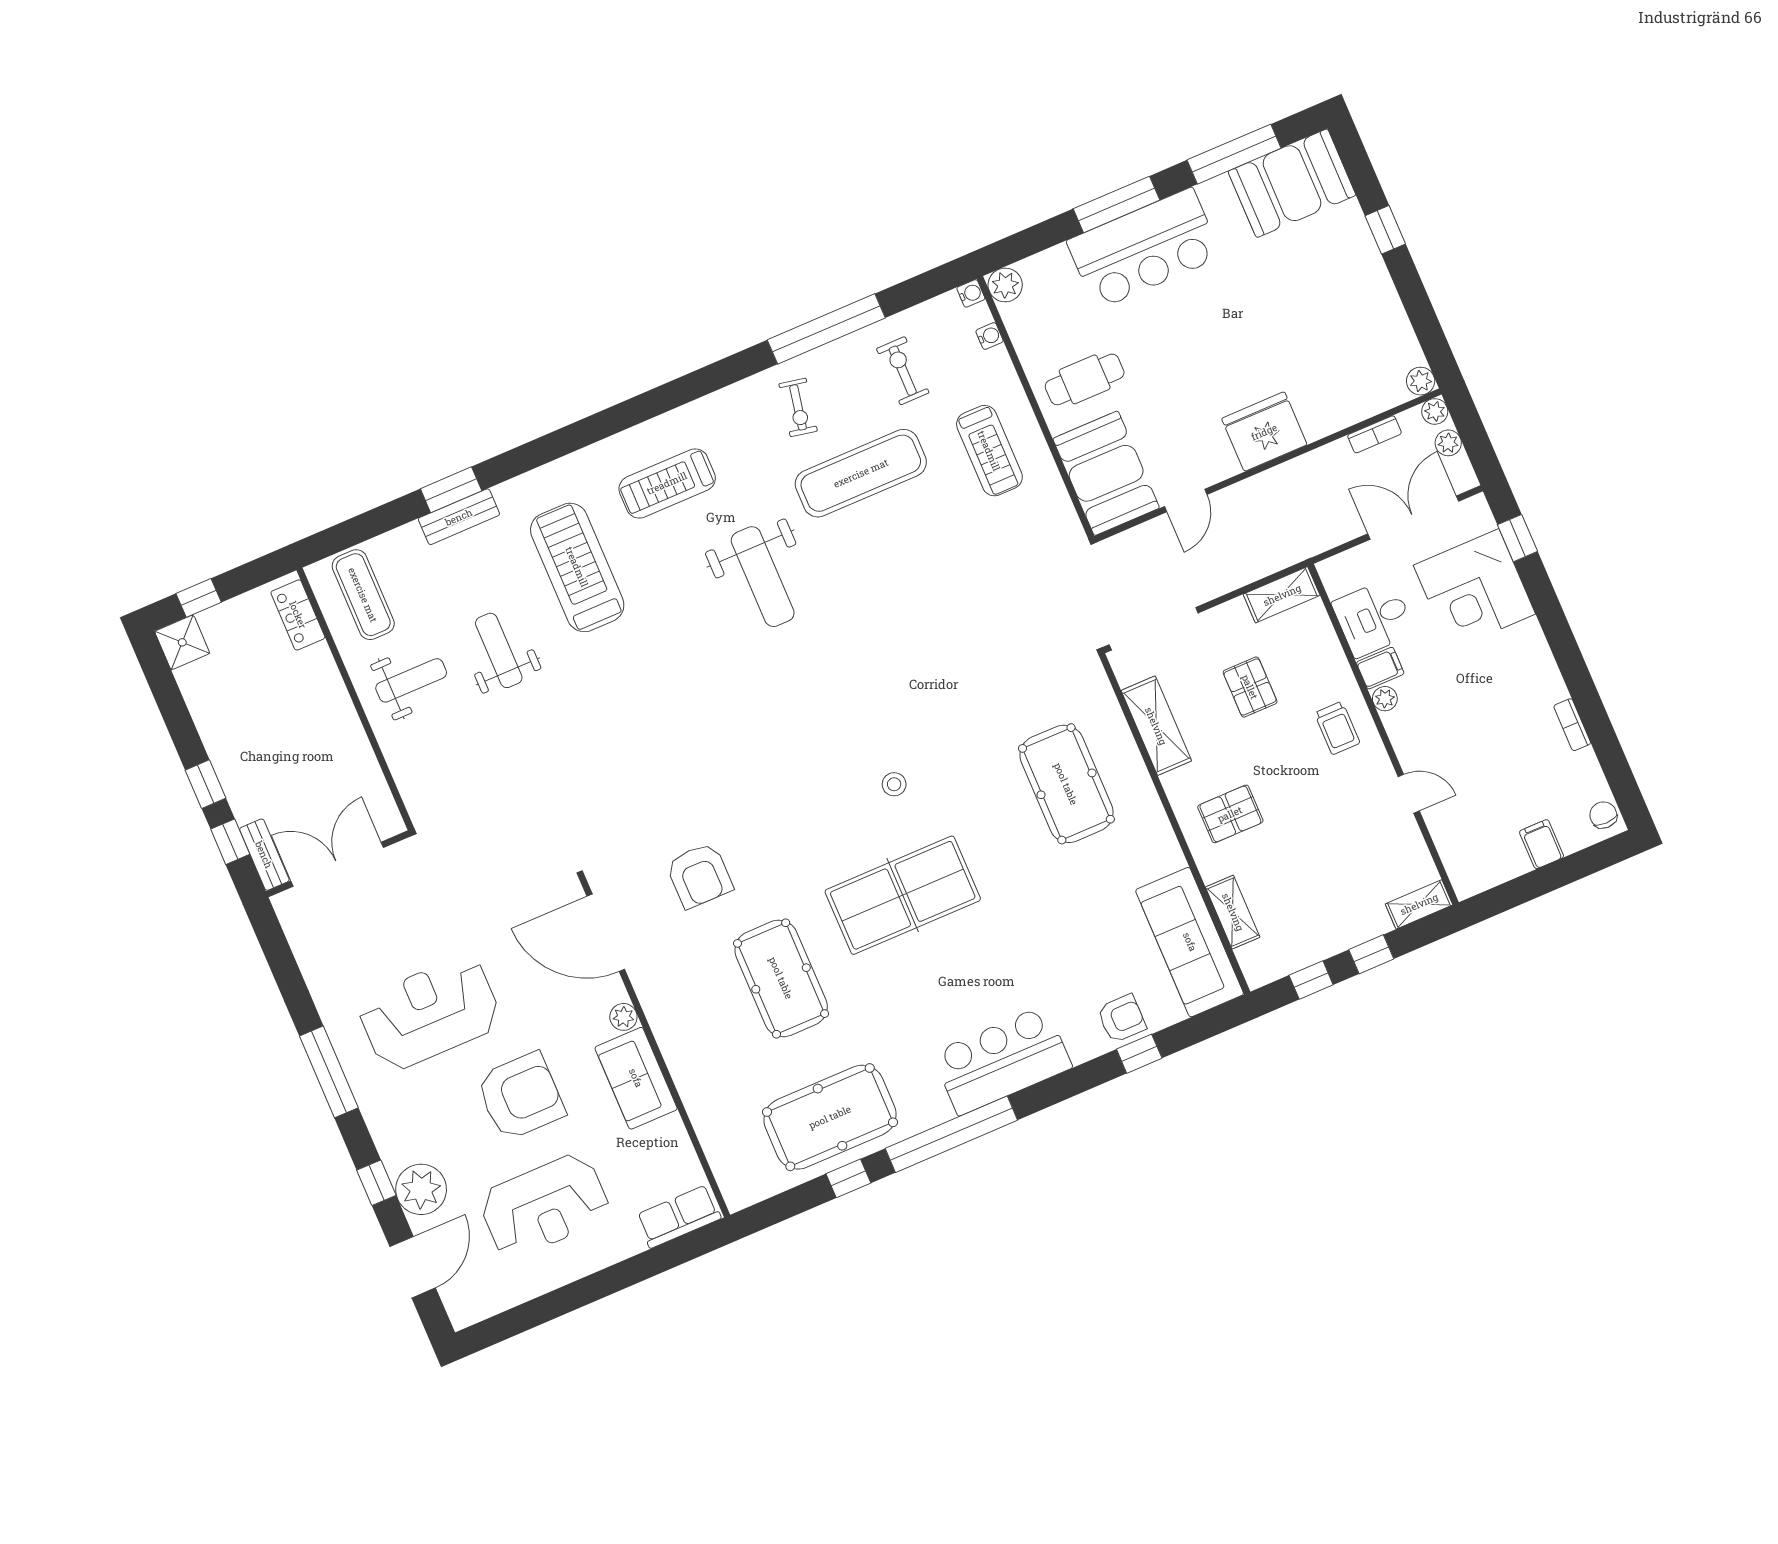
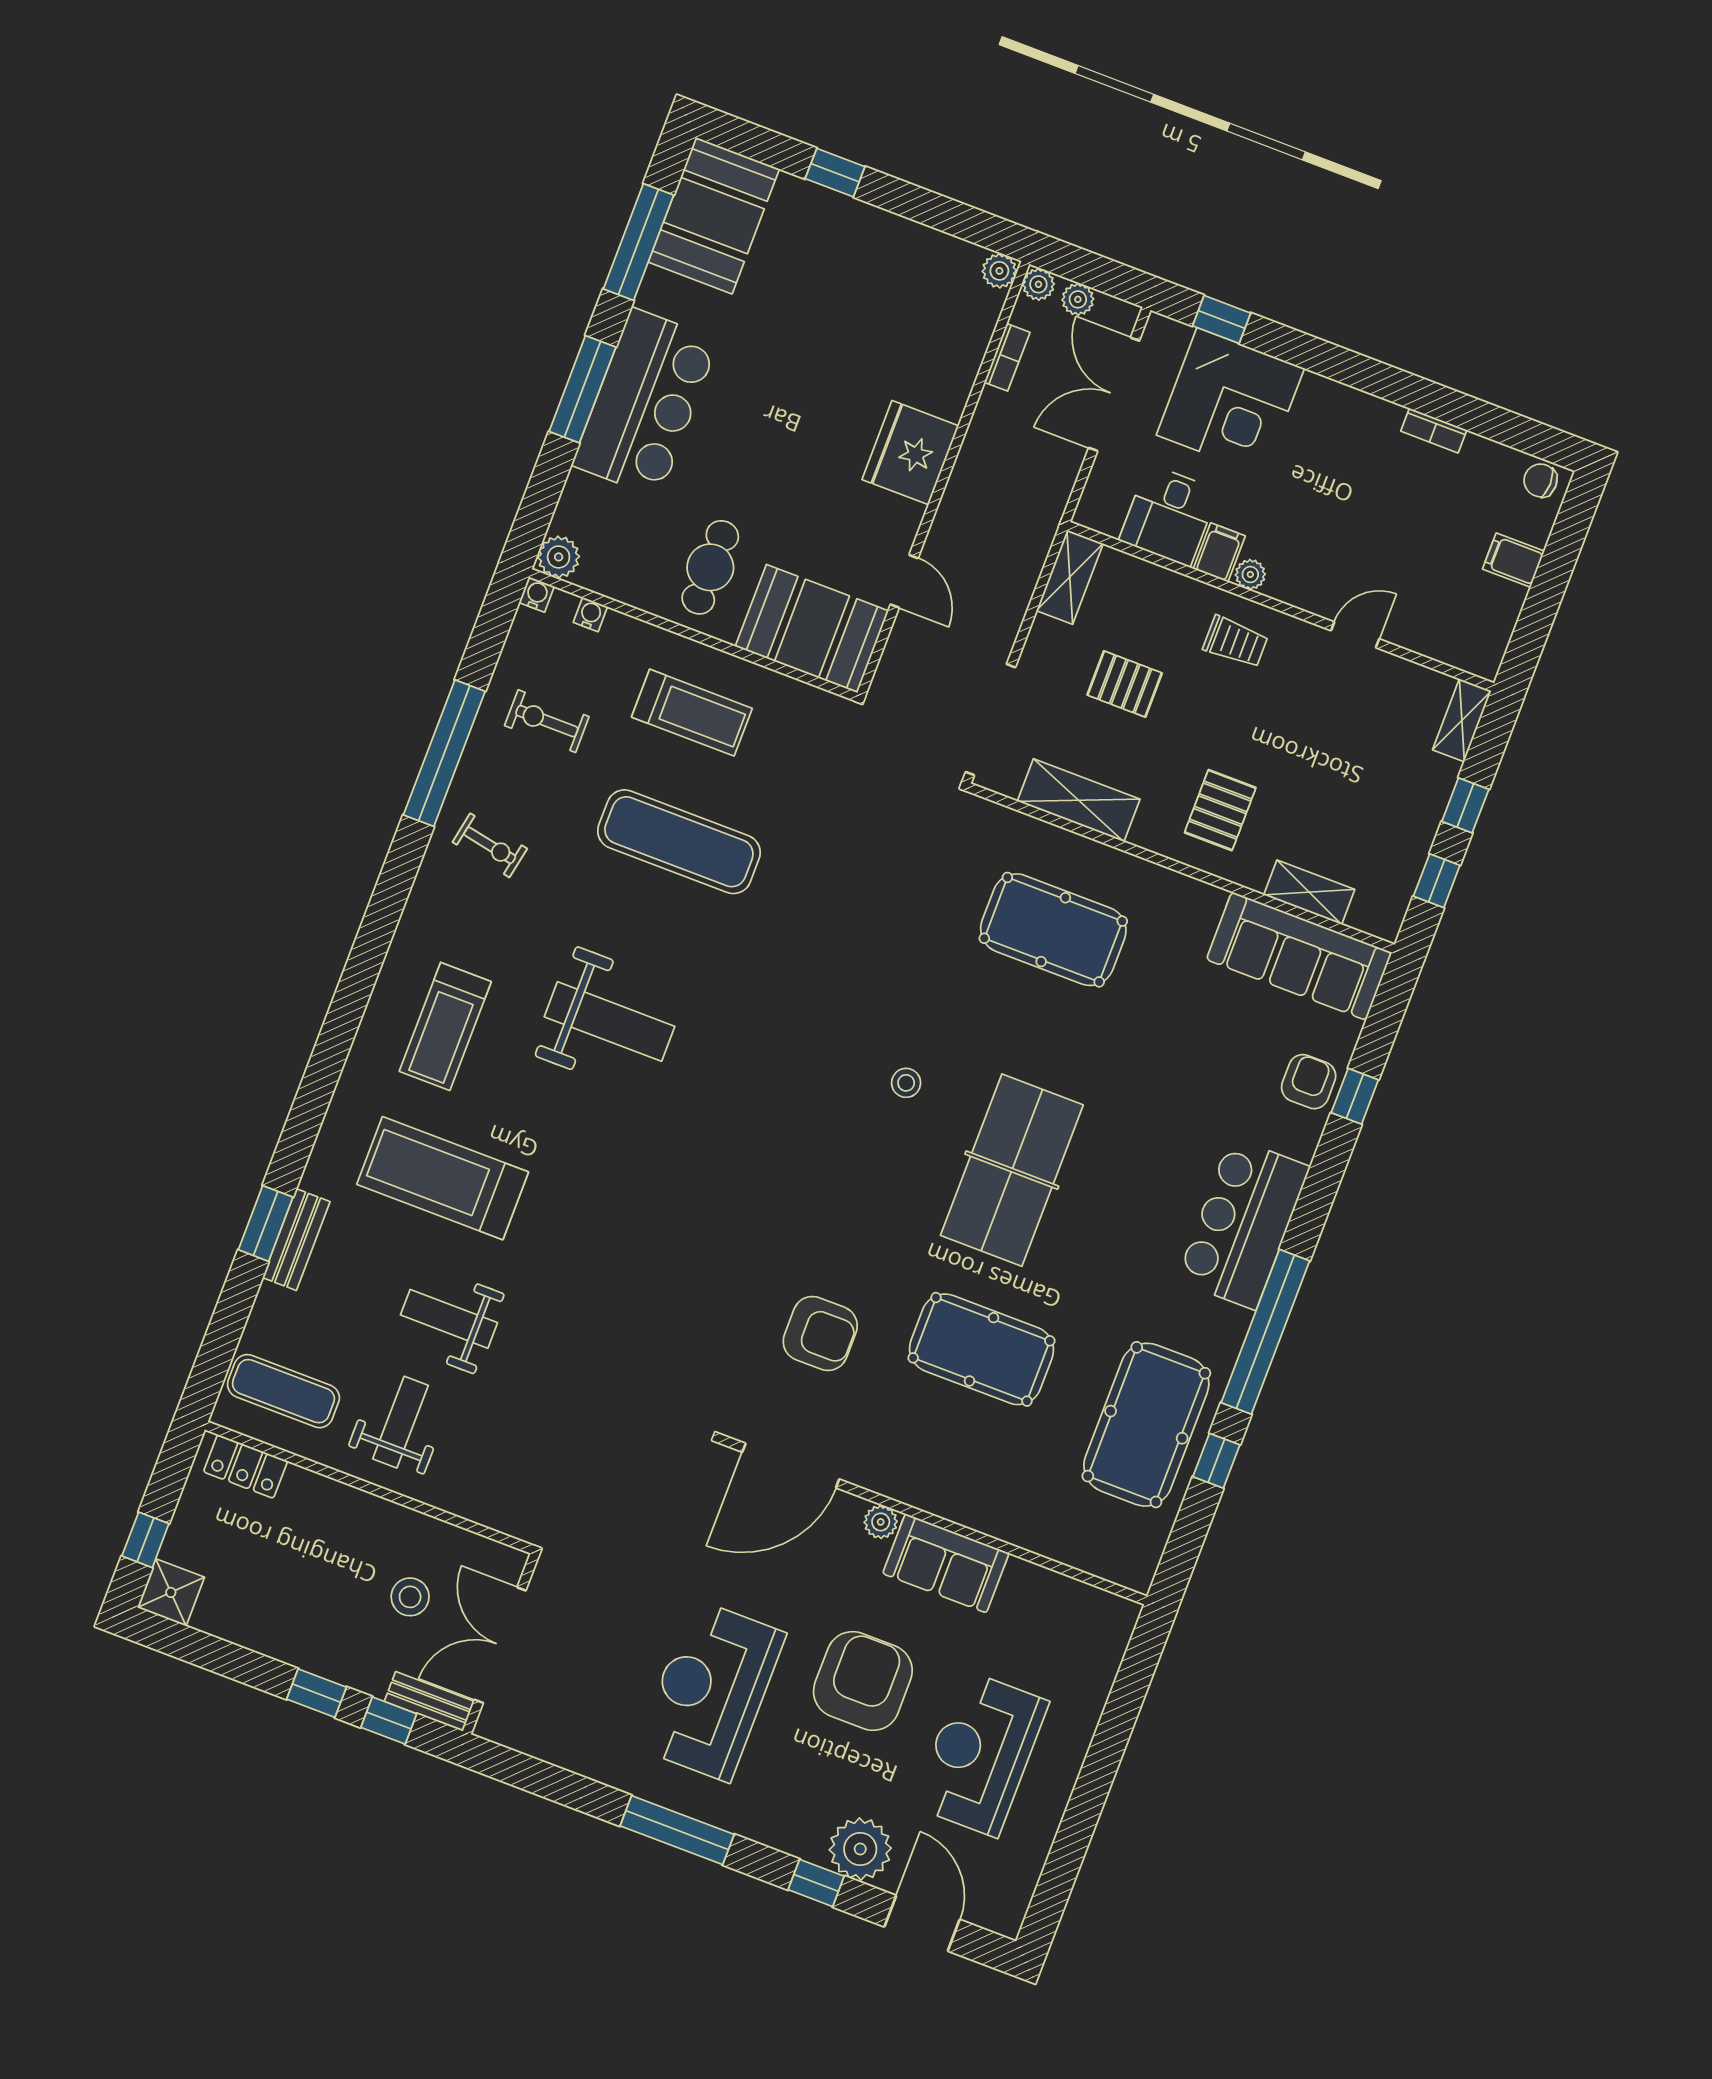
exercise mat: (861, 473) -> (679, 842), moved, turned 90
stool: (314, 784) -> (410, 1597), added
reception desk: (545, 1206) -> (981, 1754), turned 180
row of seats: (679, 1217) -> (1105, 1644), removed

